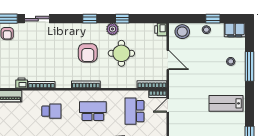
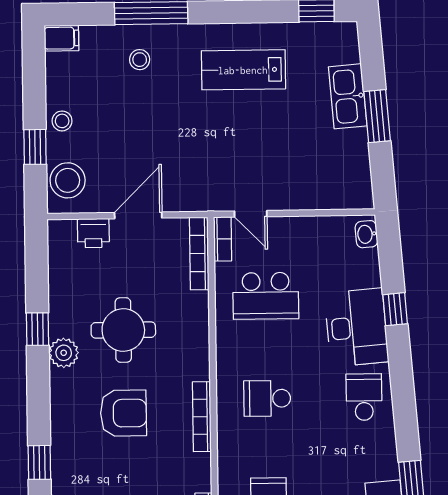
window: (90, 19) -> (39, 462), moved
window: (213, 19) -> (35, 147), moved
printer: (161, 29) -> (93, 233), moved
filing cabinet: (235, 30) -> (62, 38), width x0.50
lab bench: (226, 103) -> (243, 70), turned 90
school desk: (93, 111) -> (267, 398), width x0.54

